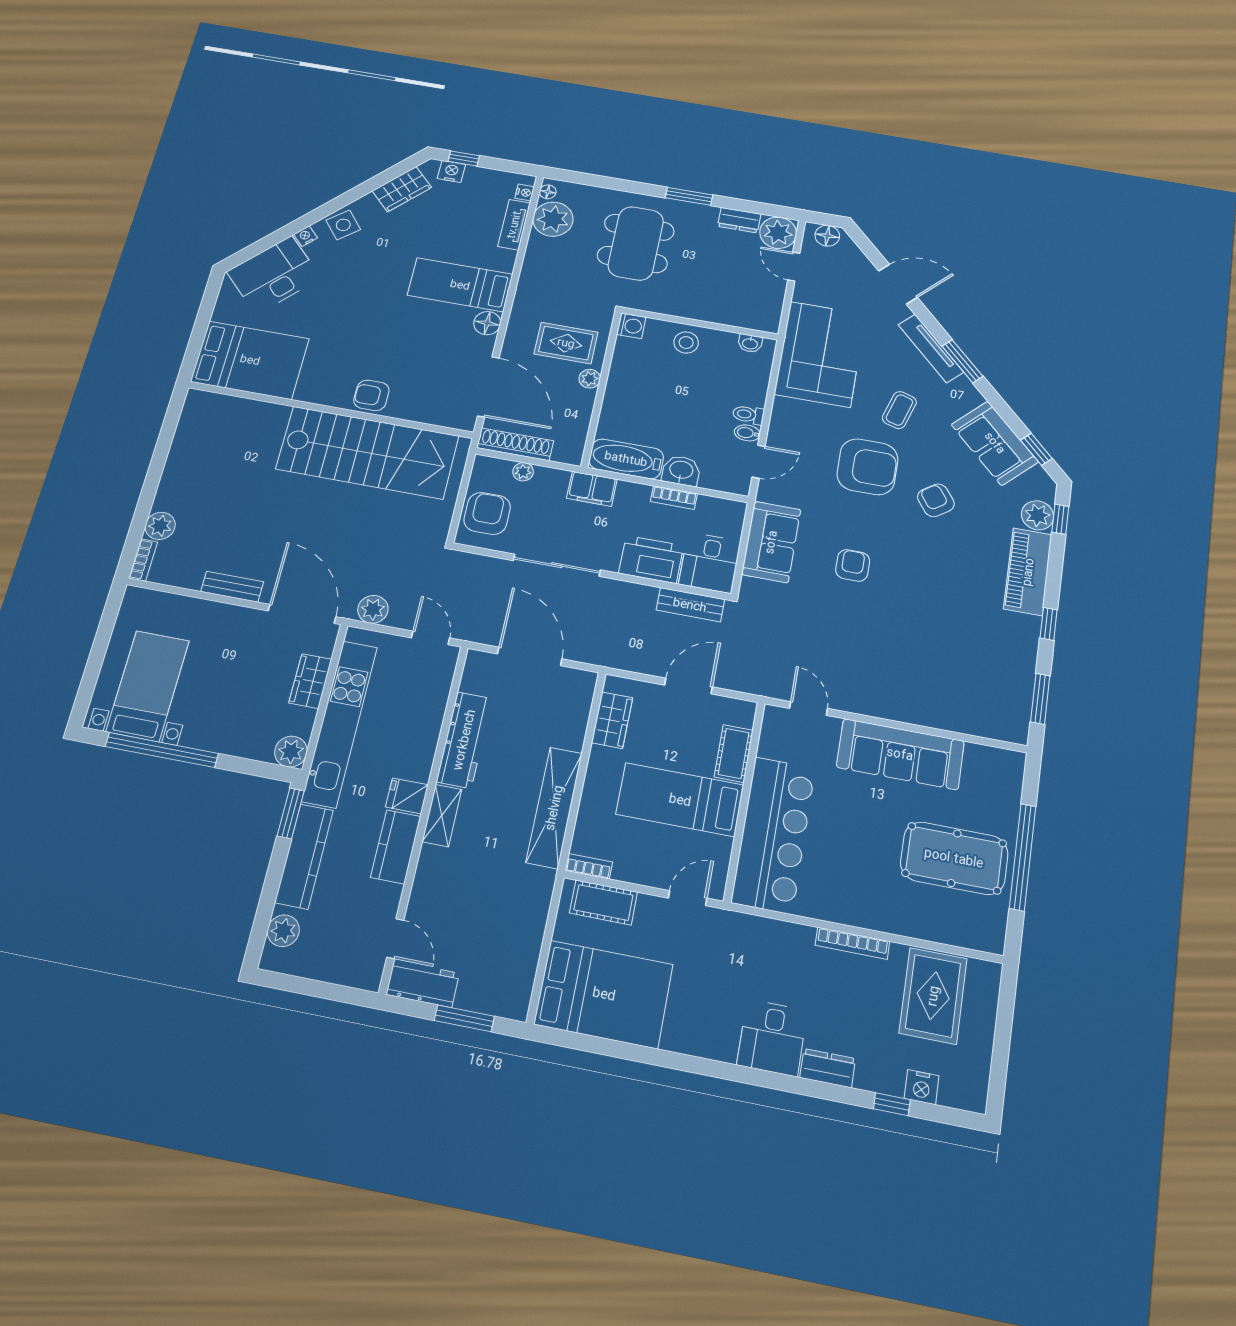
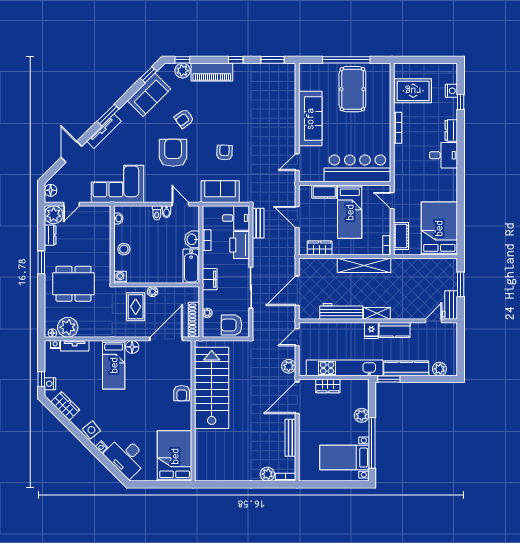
coffee table: (899, 410) -> (140, 142), removed
armchair: (853, 565) -> (224, 152), turned 92
bench: (232, 587) -> (290, 438), width x1.36
plant: (291, 752) -> (362, 415), moved

